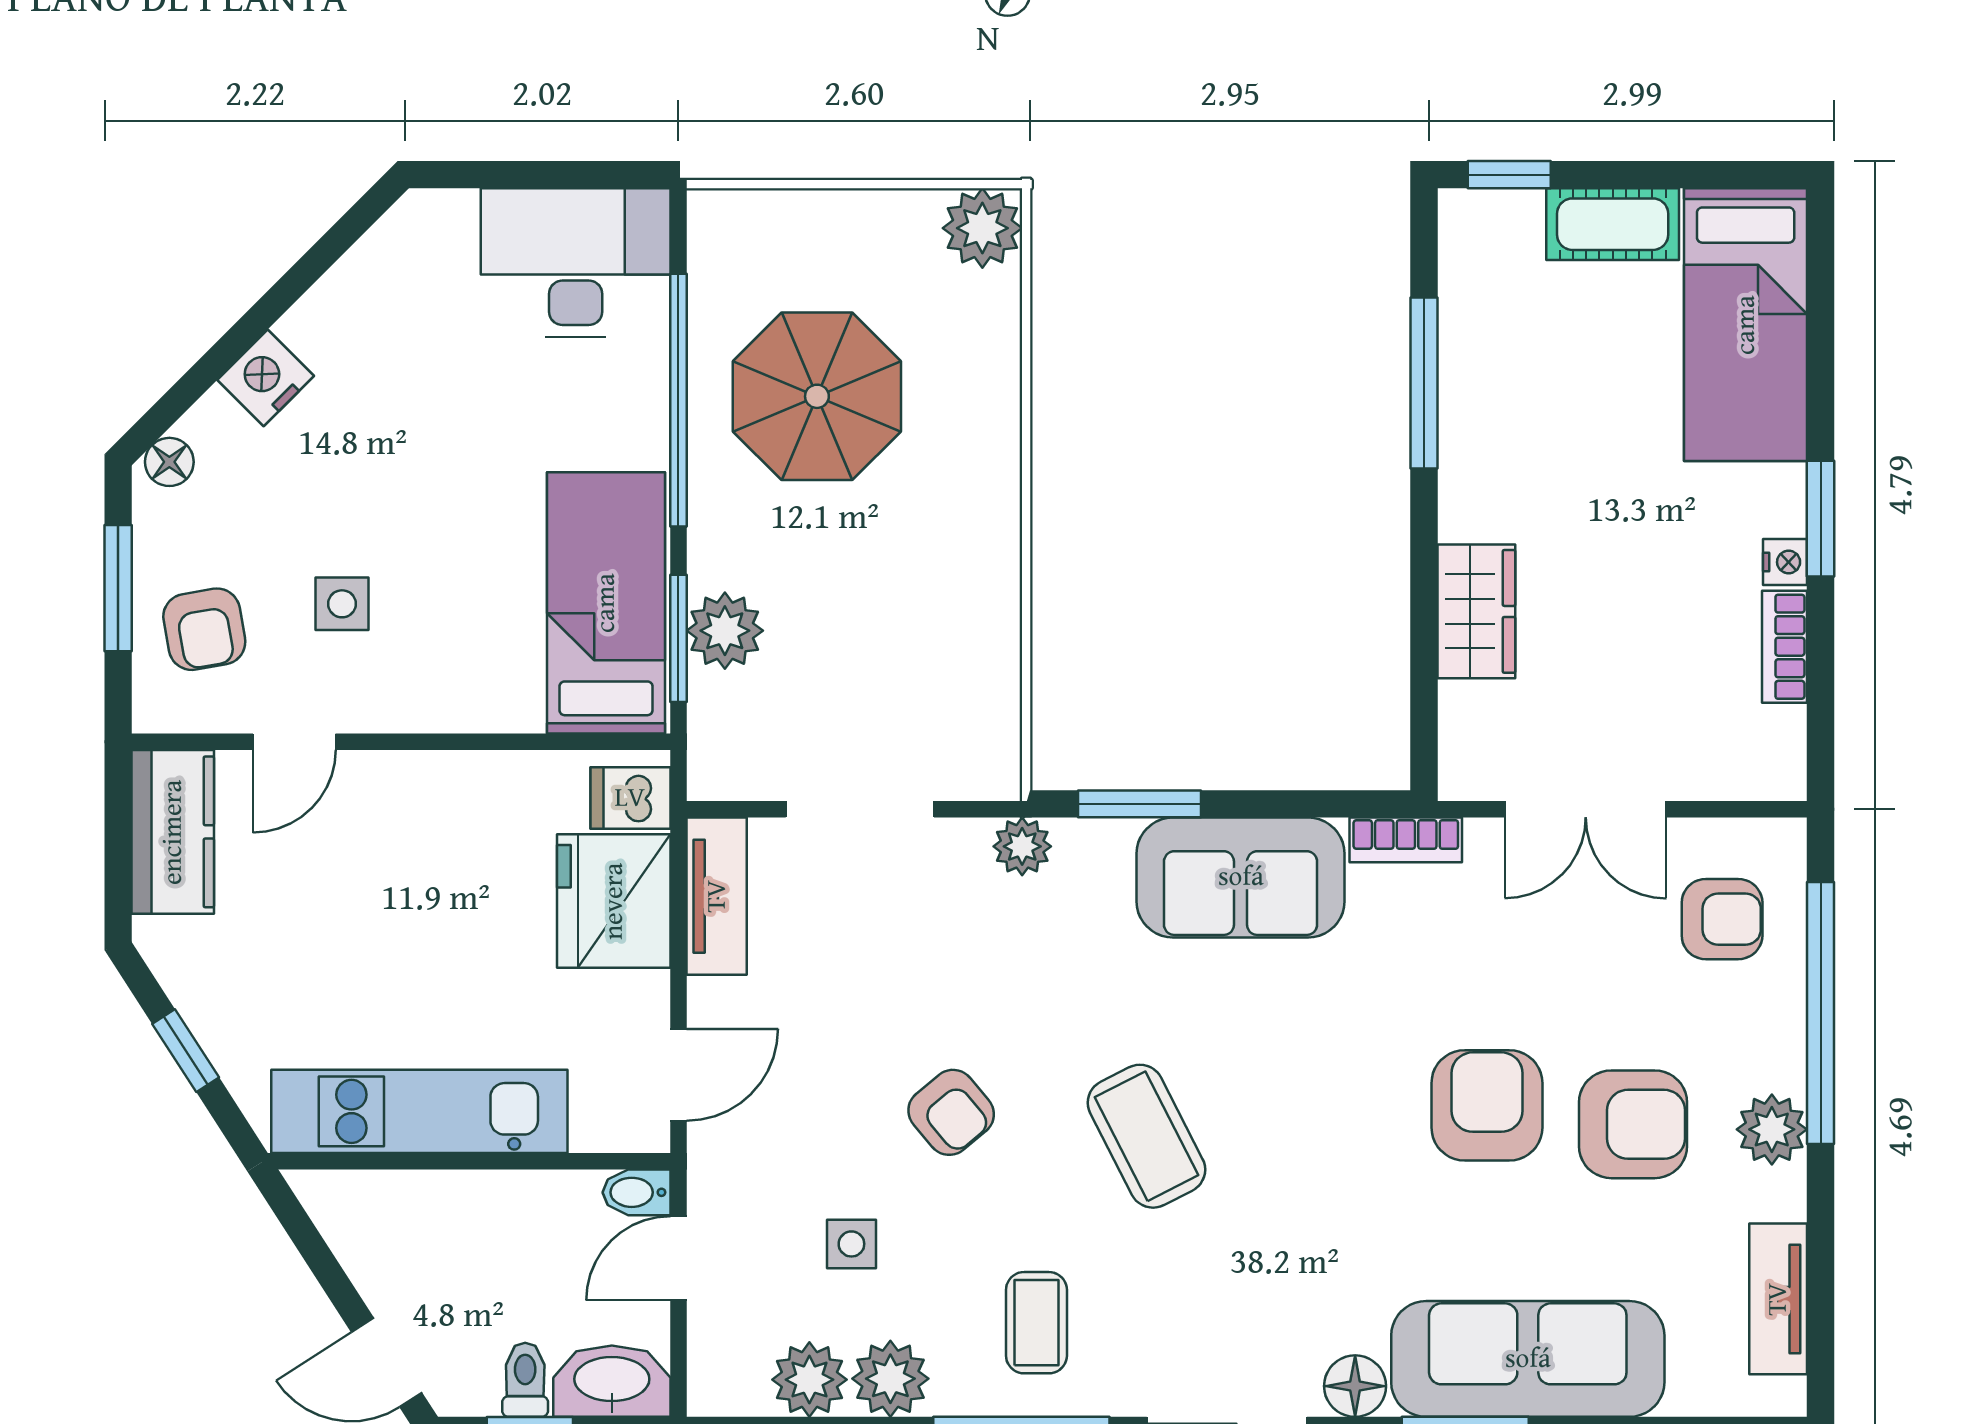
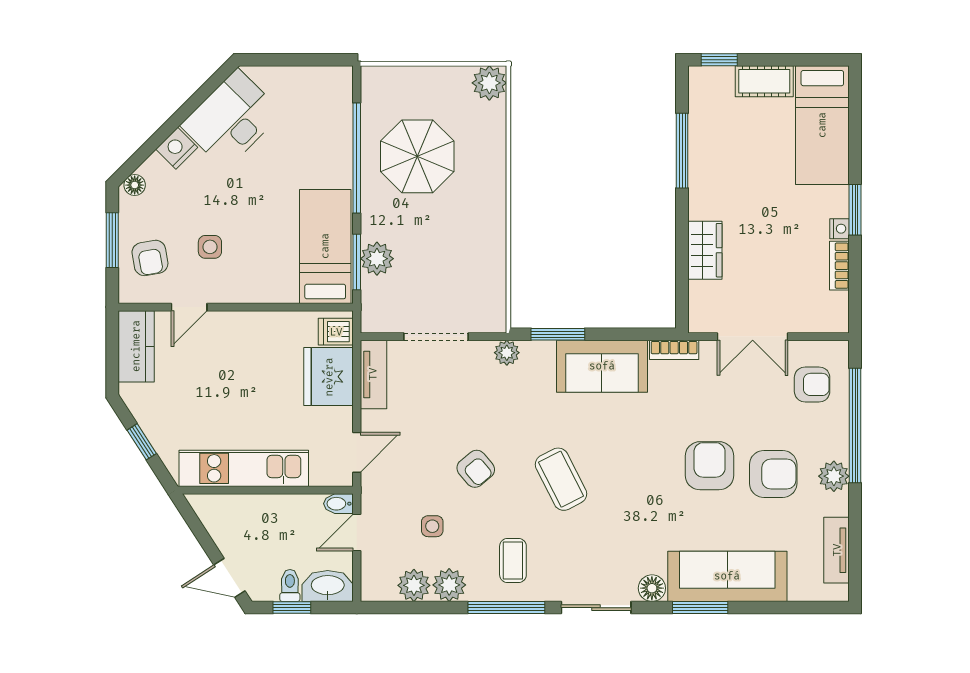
desk: (576, 263) -> (231, 119), moved, turned -45

